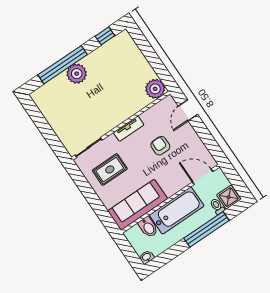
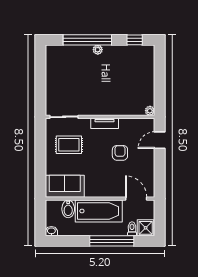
plant: (77, 74) -> (98, 50), width x0.53, depth x0.53
plant: (155, 89) -> (150, 111), width x0.53, depth x0.53
sofa: (138, 205) -> (65, 186), width x0.73

